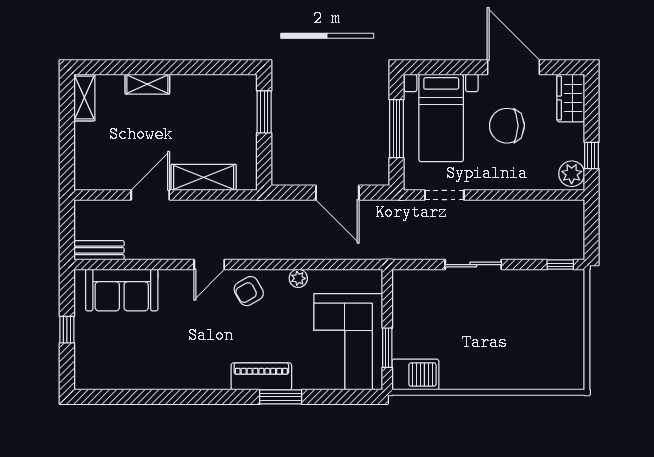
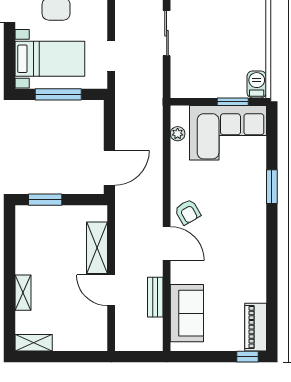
door: (337, 193) -> (109, 168), moved
bench: (99, 250) -> (155, 297), moved
door: (209, 265) -> (167, 243), width x1.38
plant: (298, 278) -> (178, 134), moved
window: (67, 330) -> (248, 357), moved
barbecue: (415, 375) -> (257, 84), width x0.73, depth x0.79
piano: (261, 376) -> (256, 327), moved

